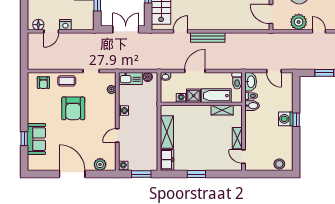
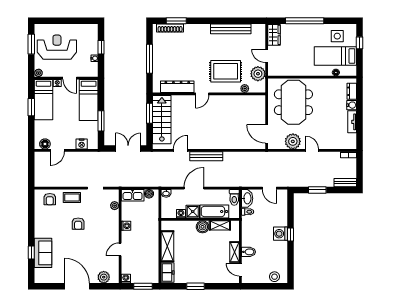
nightstand: (65, 25) -> (82, 144), moved
bidet: (252, 106) -> (249, 252), moved
armchair: (73, 108) -> (78, 224), width x0.53, depth x0.53
boiler: (204, 112) -> (202, 227), added

